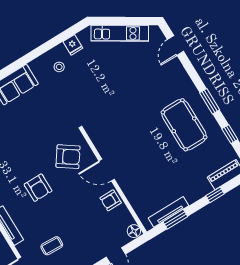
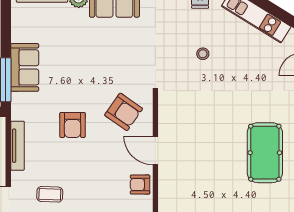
stool: (59, 67) -> (203, 54), moved

